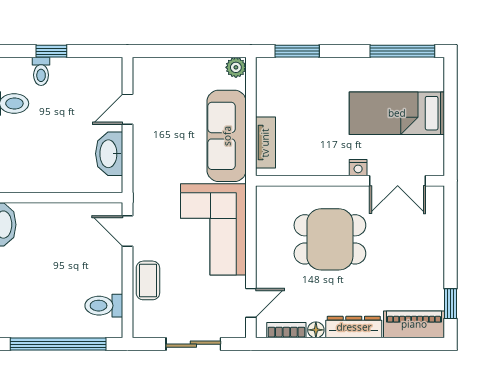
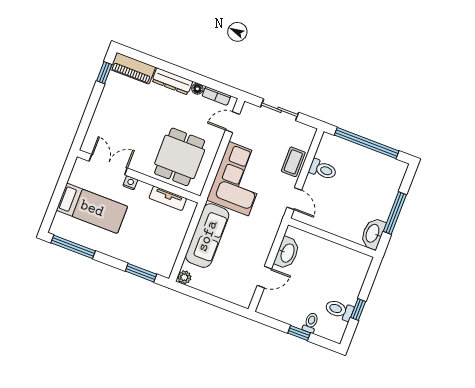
tv unit: (265, 143) -> (168, 198), moved, turned -90
dining table: (330, 239) -> (180, 157), moved, turned 90
toilet: (104, 306) -> (323, 169), moved

